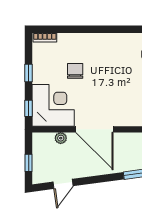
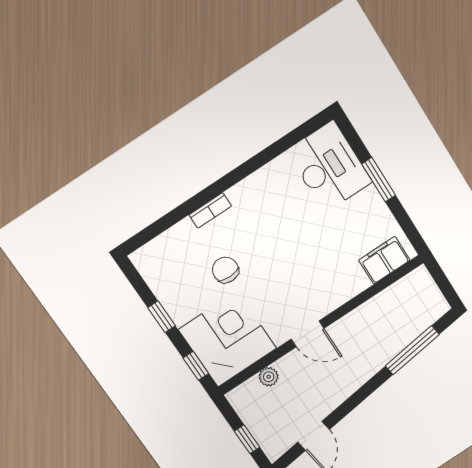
bookcase: (45, 38) -> (210, 210), moved
door: (94, 129) -> (308, 334), width x0.53

